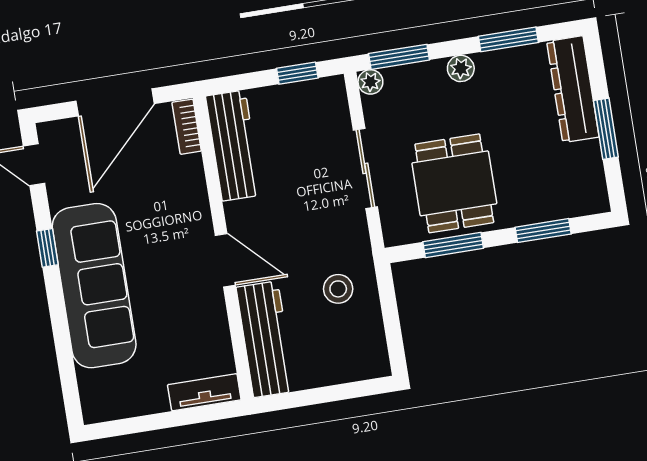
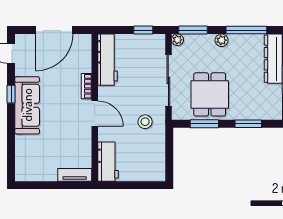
window: (508, 39) -> (246, 30), width x1.44
bookcase: (187, 127) -> (87, 86), moved
sliding door: (365, 168) -> (168, 81), width x1.37
sofa: (94, 286) -> (27, 105), width x0.74, depth x0.79
stool: (338, 289) -> (145, 122), moved
workbench: (266, 339) -> (108, 162), width x0.73

